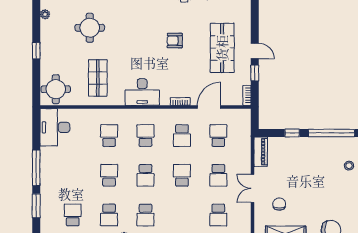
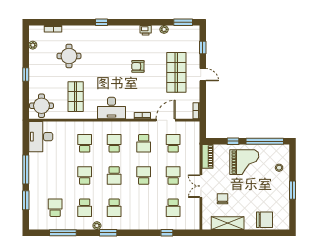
window: (255, 73) -> (203, 47), moved
grand piano: (306, 159) -> (244, 162), added
school desk: (218, 175) -> (173, 175), turned 180

